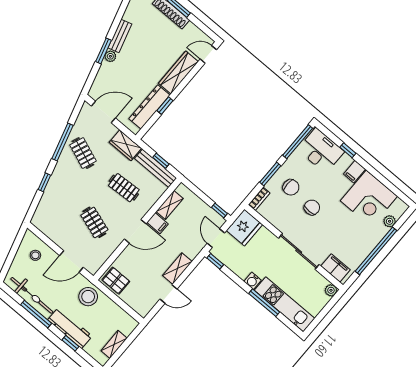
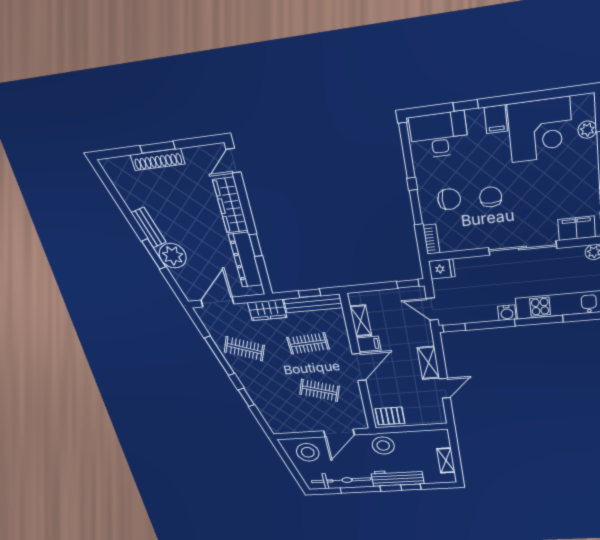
plant: (110, 56) -> (173, 256), width x1.88, depth x1.88
fridge: (244, 228) -> (442, 269), width x0.53, depth x0.75
stool: (35, 255) -> (308, 452), width x1.89, depth x1.89

